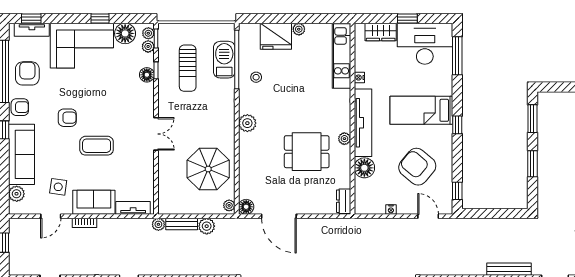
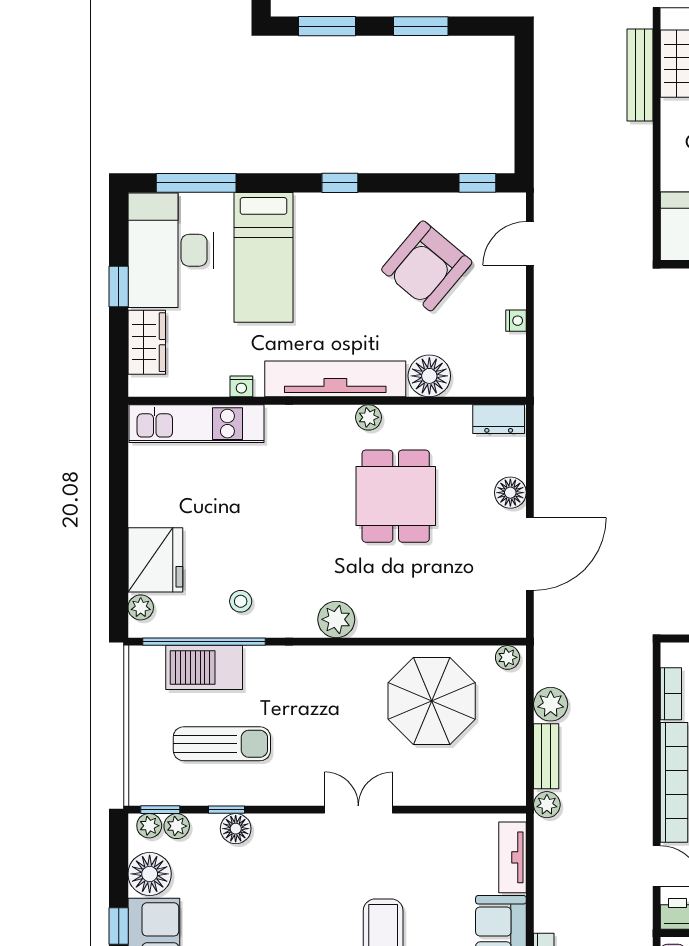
plant: (299, 29) -> (141, 607), moved
bed: (421, 110) -> (263, 257), moved
floor lamp: (246, 207) -> (510, 493), moved

